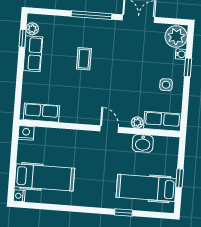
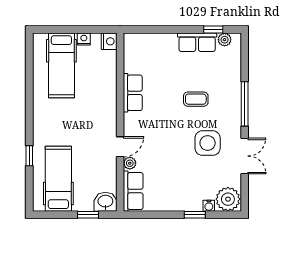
side table: (166, 85) -> (208, 143), moved, width x1.87, depth x1.87
row of seats: (41, 113) -> (133, 93), moved
door: (109, 129) -> (120, 147), moved
washbasin: (143, 143) -> (105, 202), moved, turned 90
window: (180, 178) -> (88, 215), moved
nightstand: (19, 196) -> (84, 39), moved

